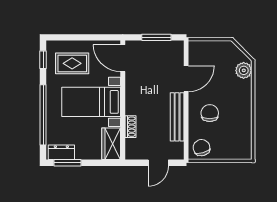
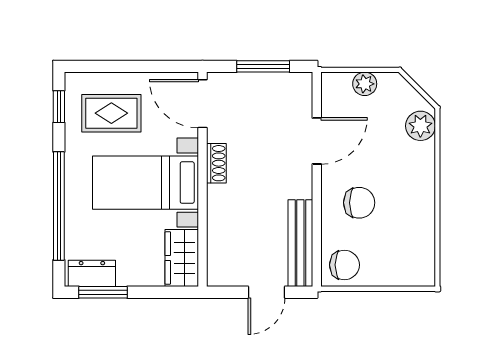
plant: (213, 47) -> (365, 84), added
chair: (210, 113) -> (359, 203), turned 90
bench: (177, 117) -> (300, 243), moved
shoe rack: (130, 127) -> (216, 163), moved
chair: (202, 148) -> (344, 265), turned 105

